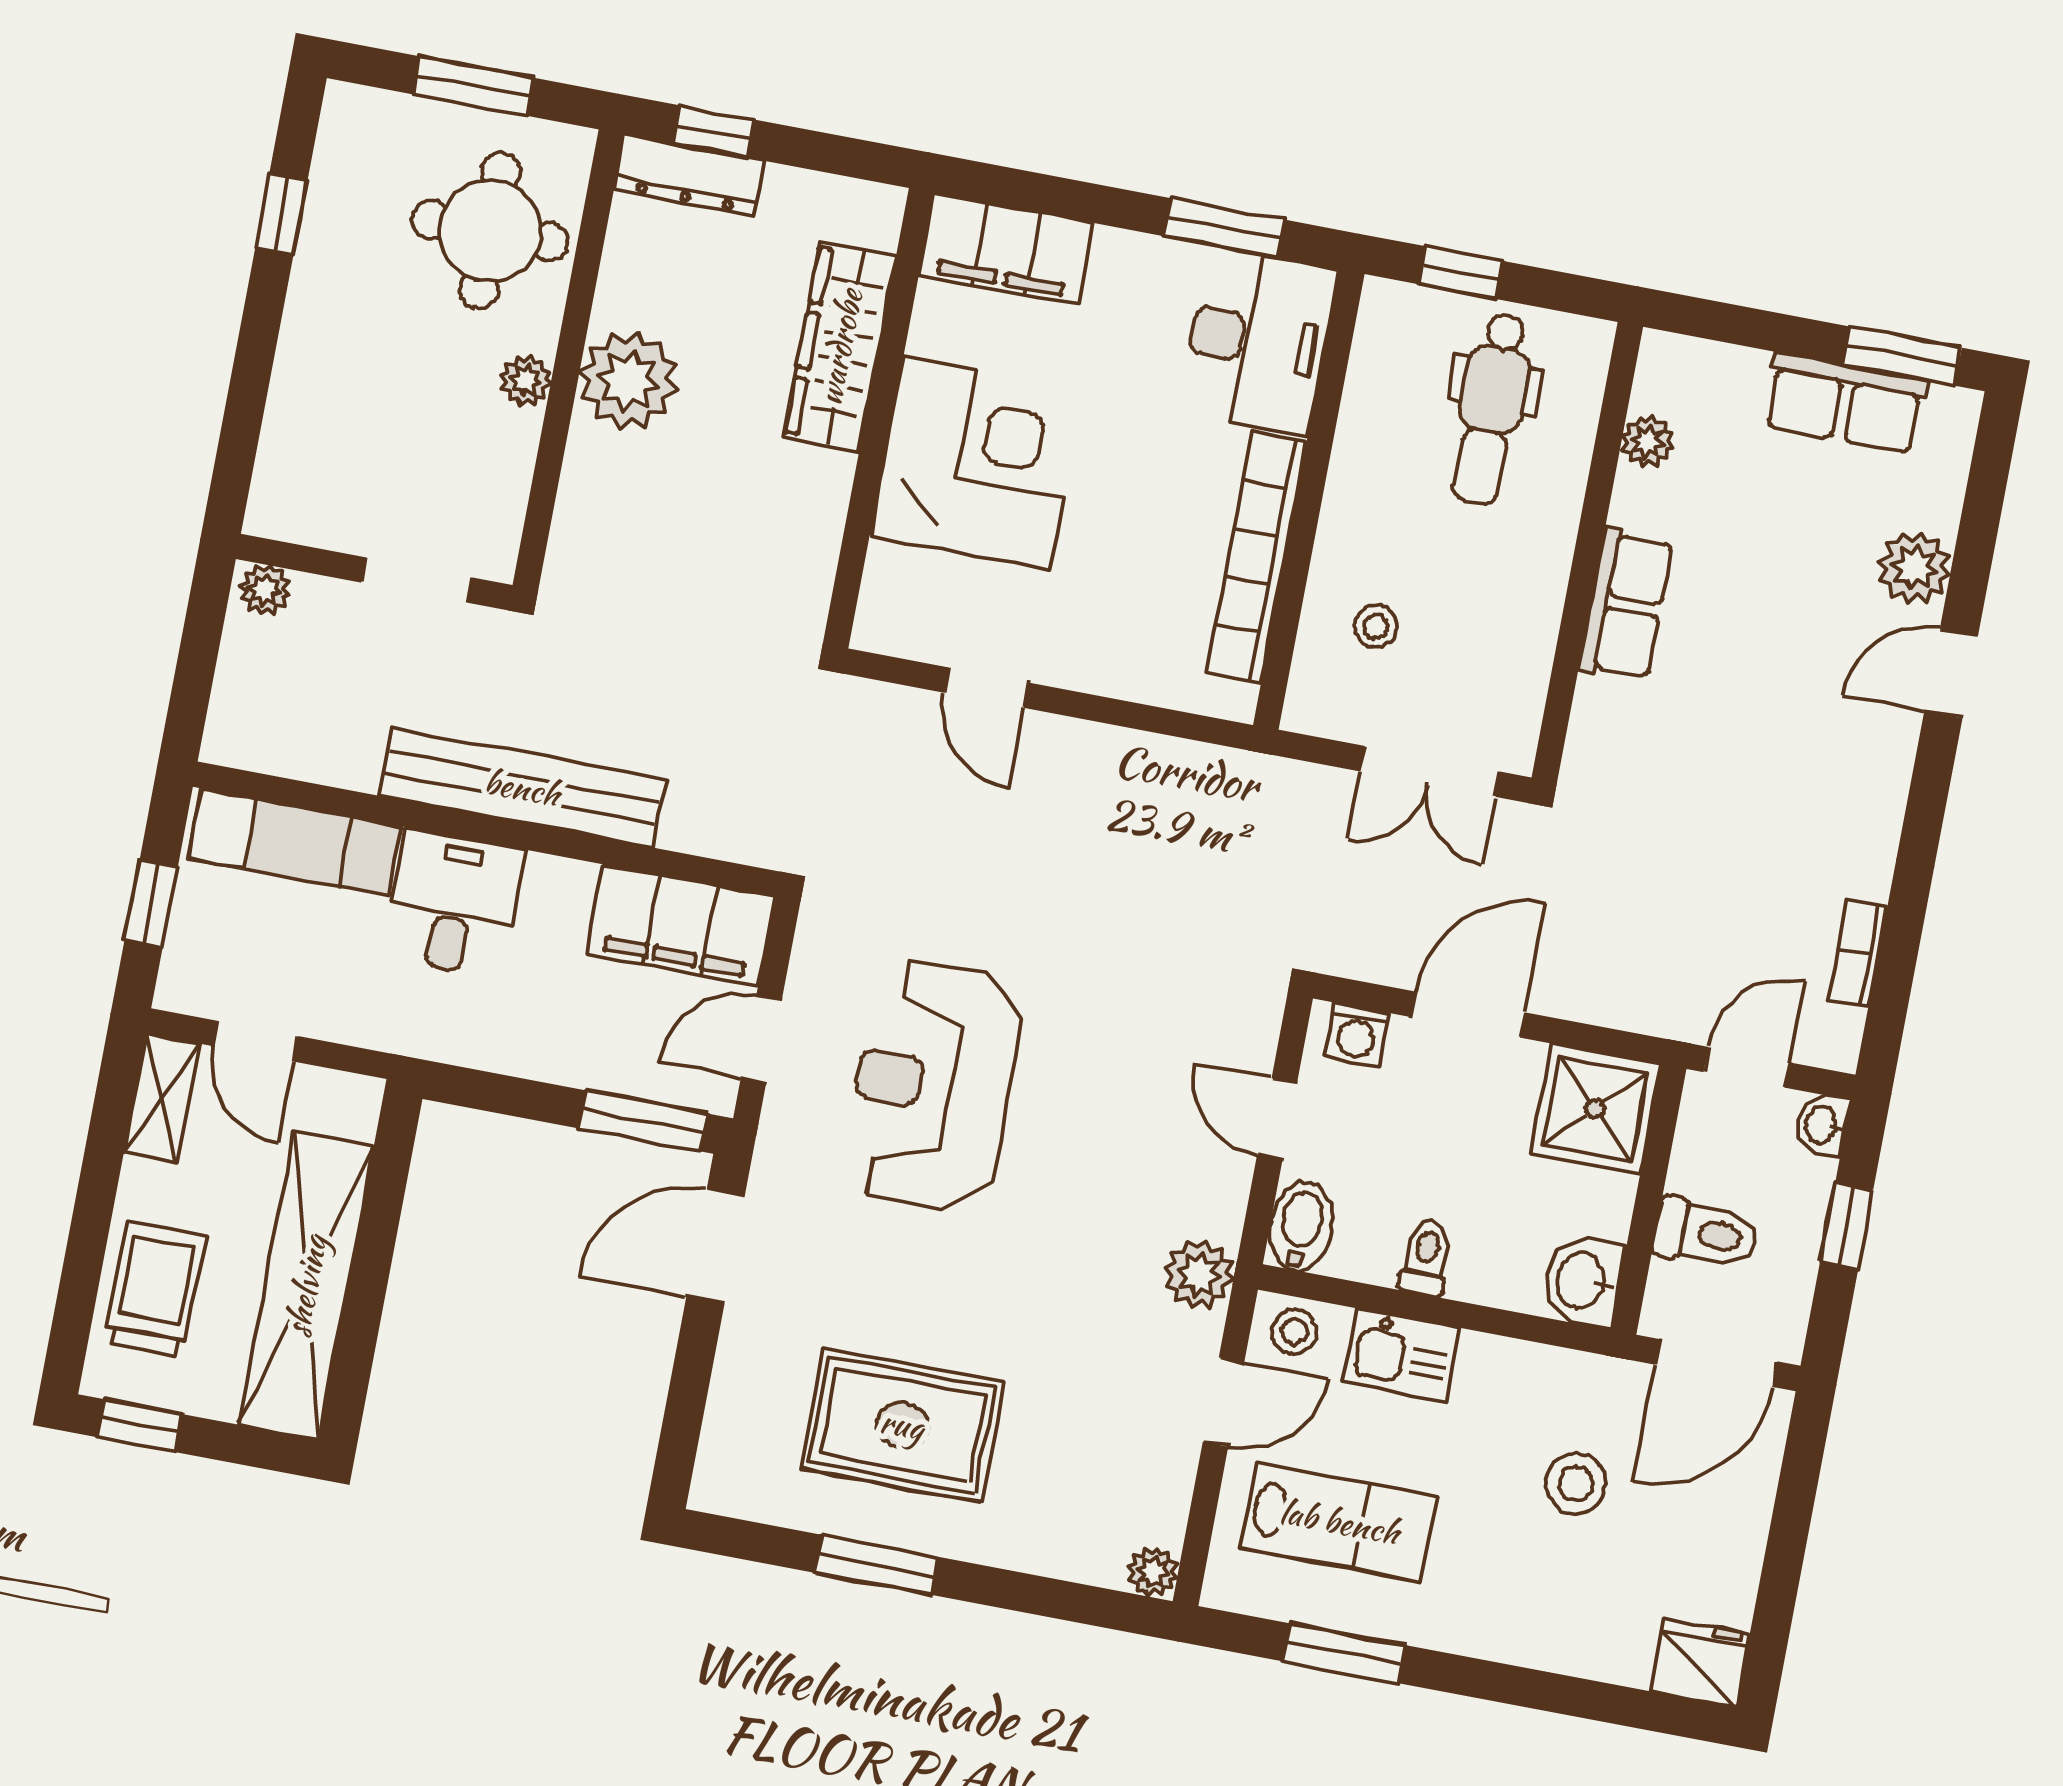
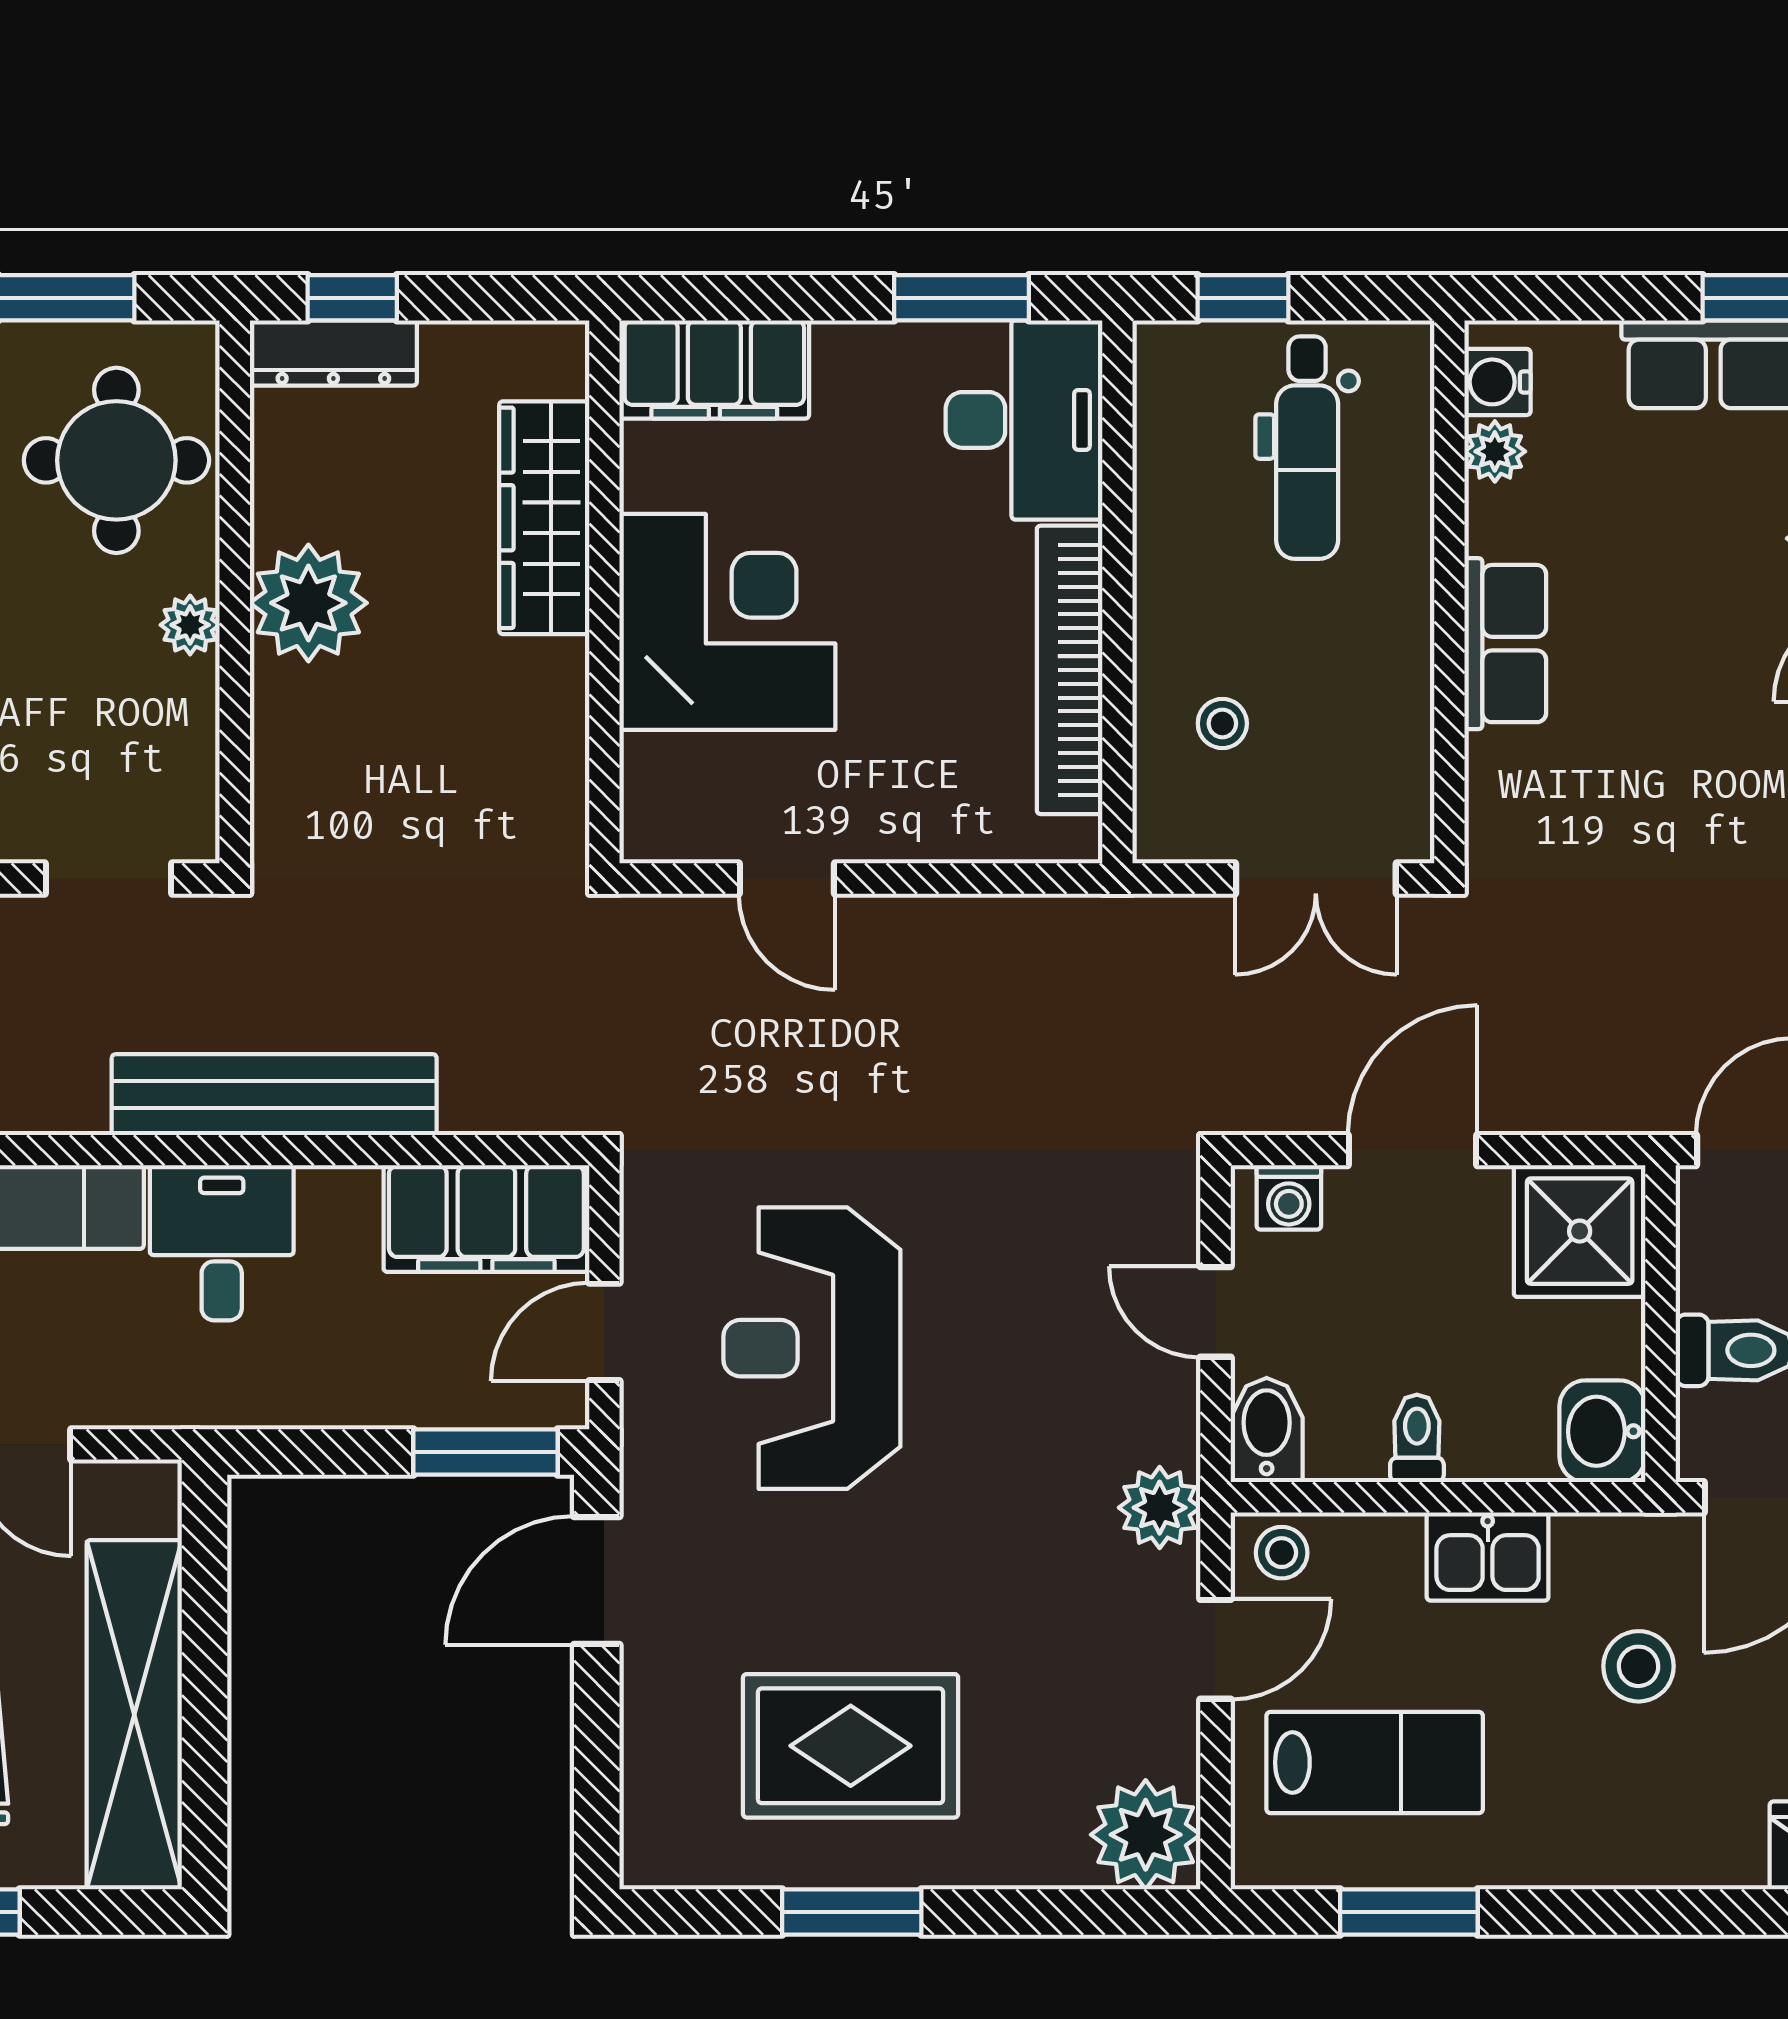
water cooler: (1661, 384) -> (1498, 382), added
kitchen sink: (1401, 1355) -> (1488, 1556), moved
plant: (1153, 1572) -> (1146, 1835), width x1.88, depth x1.88

